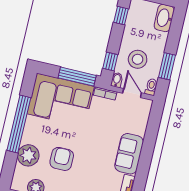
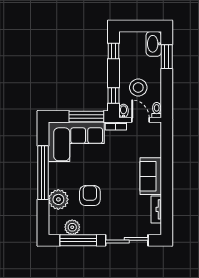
window: (167, 66) -> (167, 57), moved

